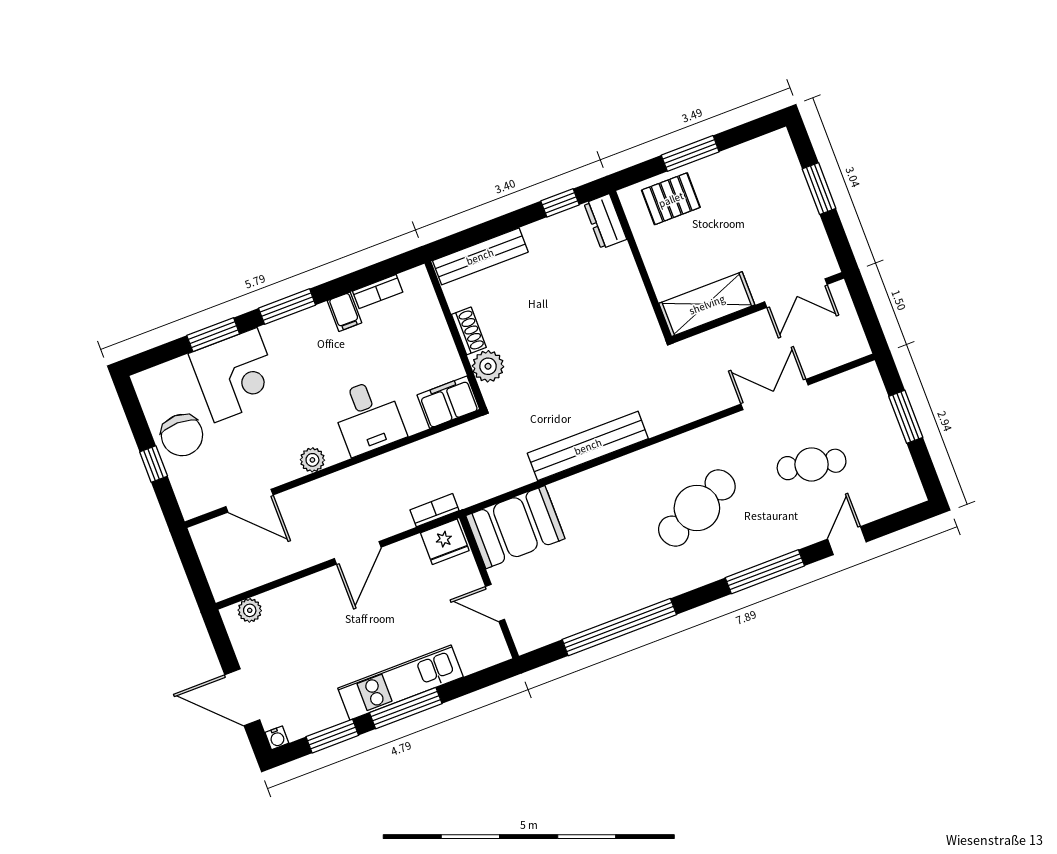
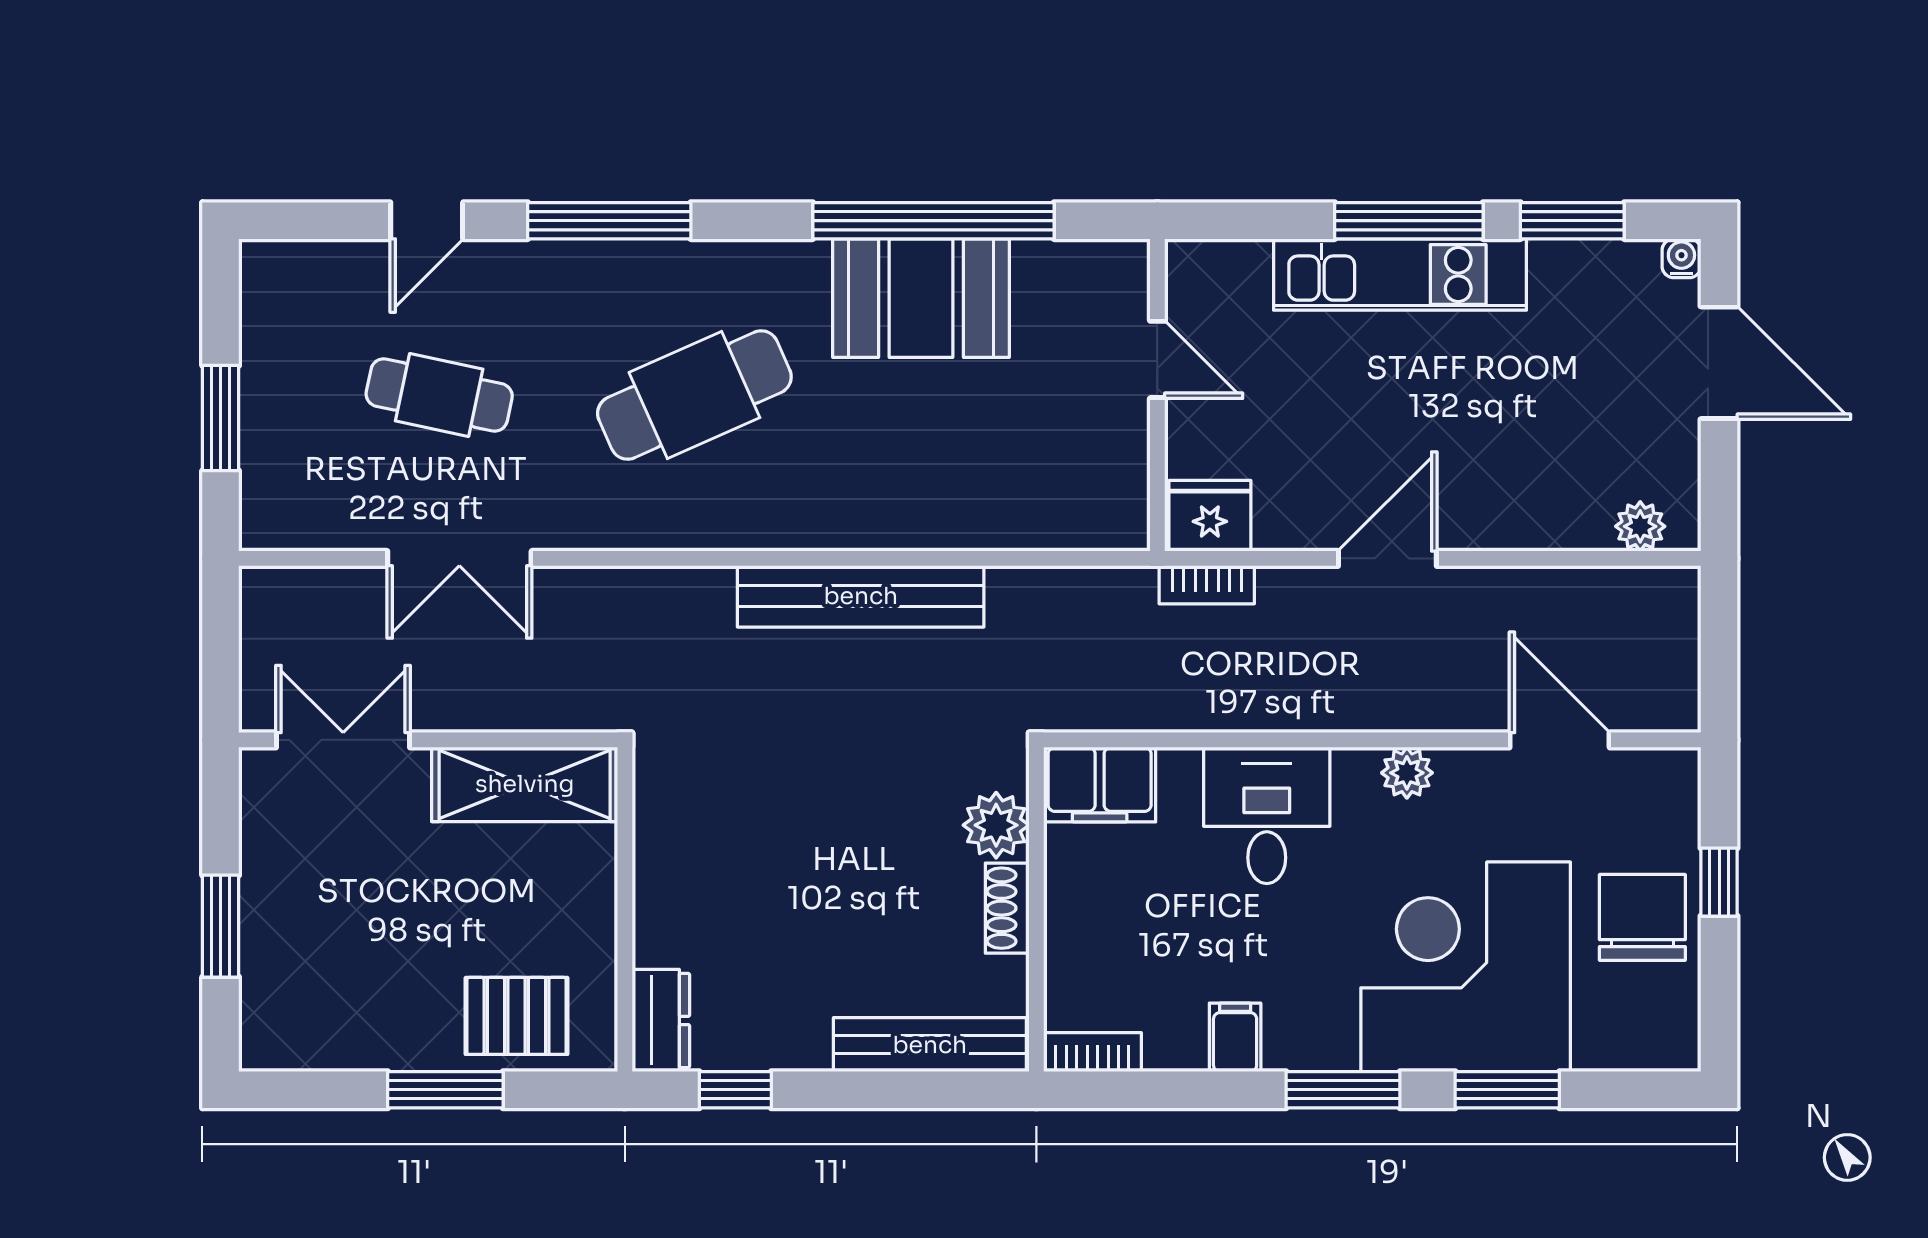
bookcase: (378, 292) -> (1092, 1052), moved
corner desk: (236, 375) -> (1466, 967), width x1.36, depth x1.36
booth: (515, 527) -> (921, 298), moved

